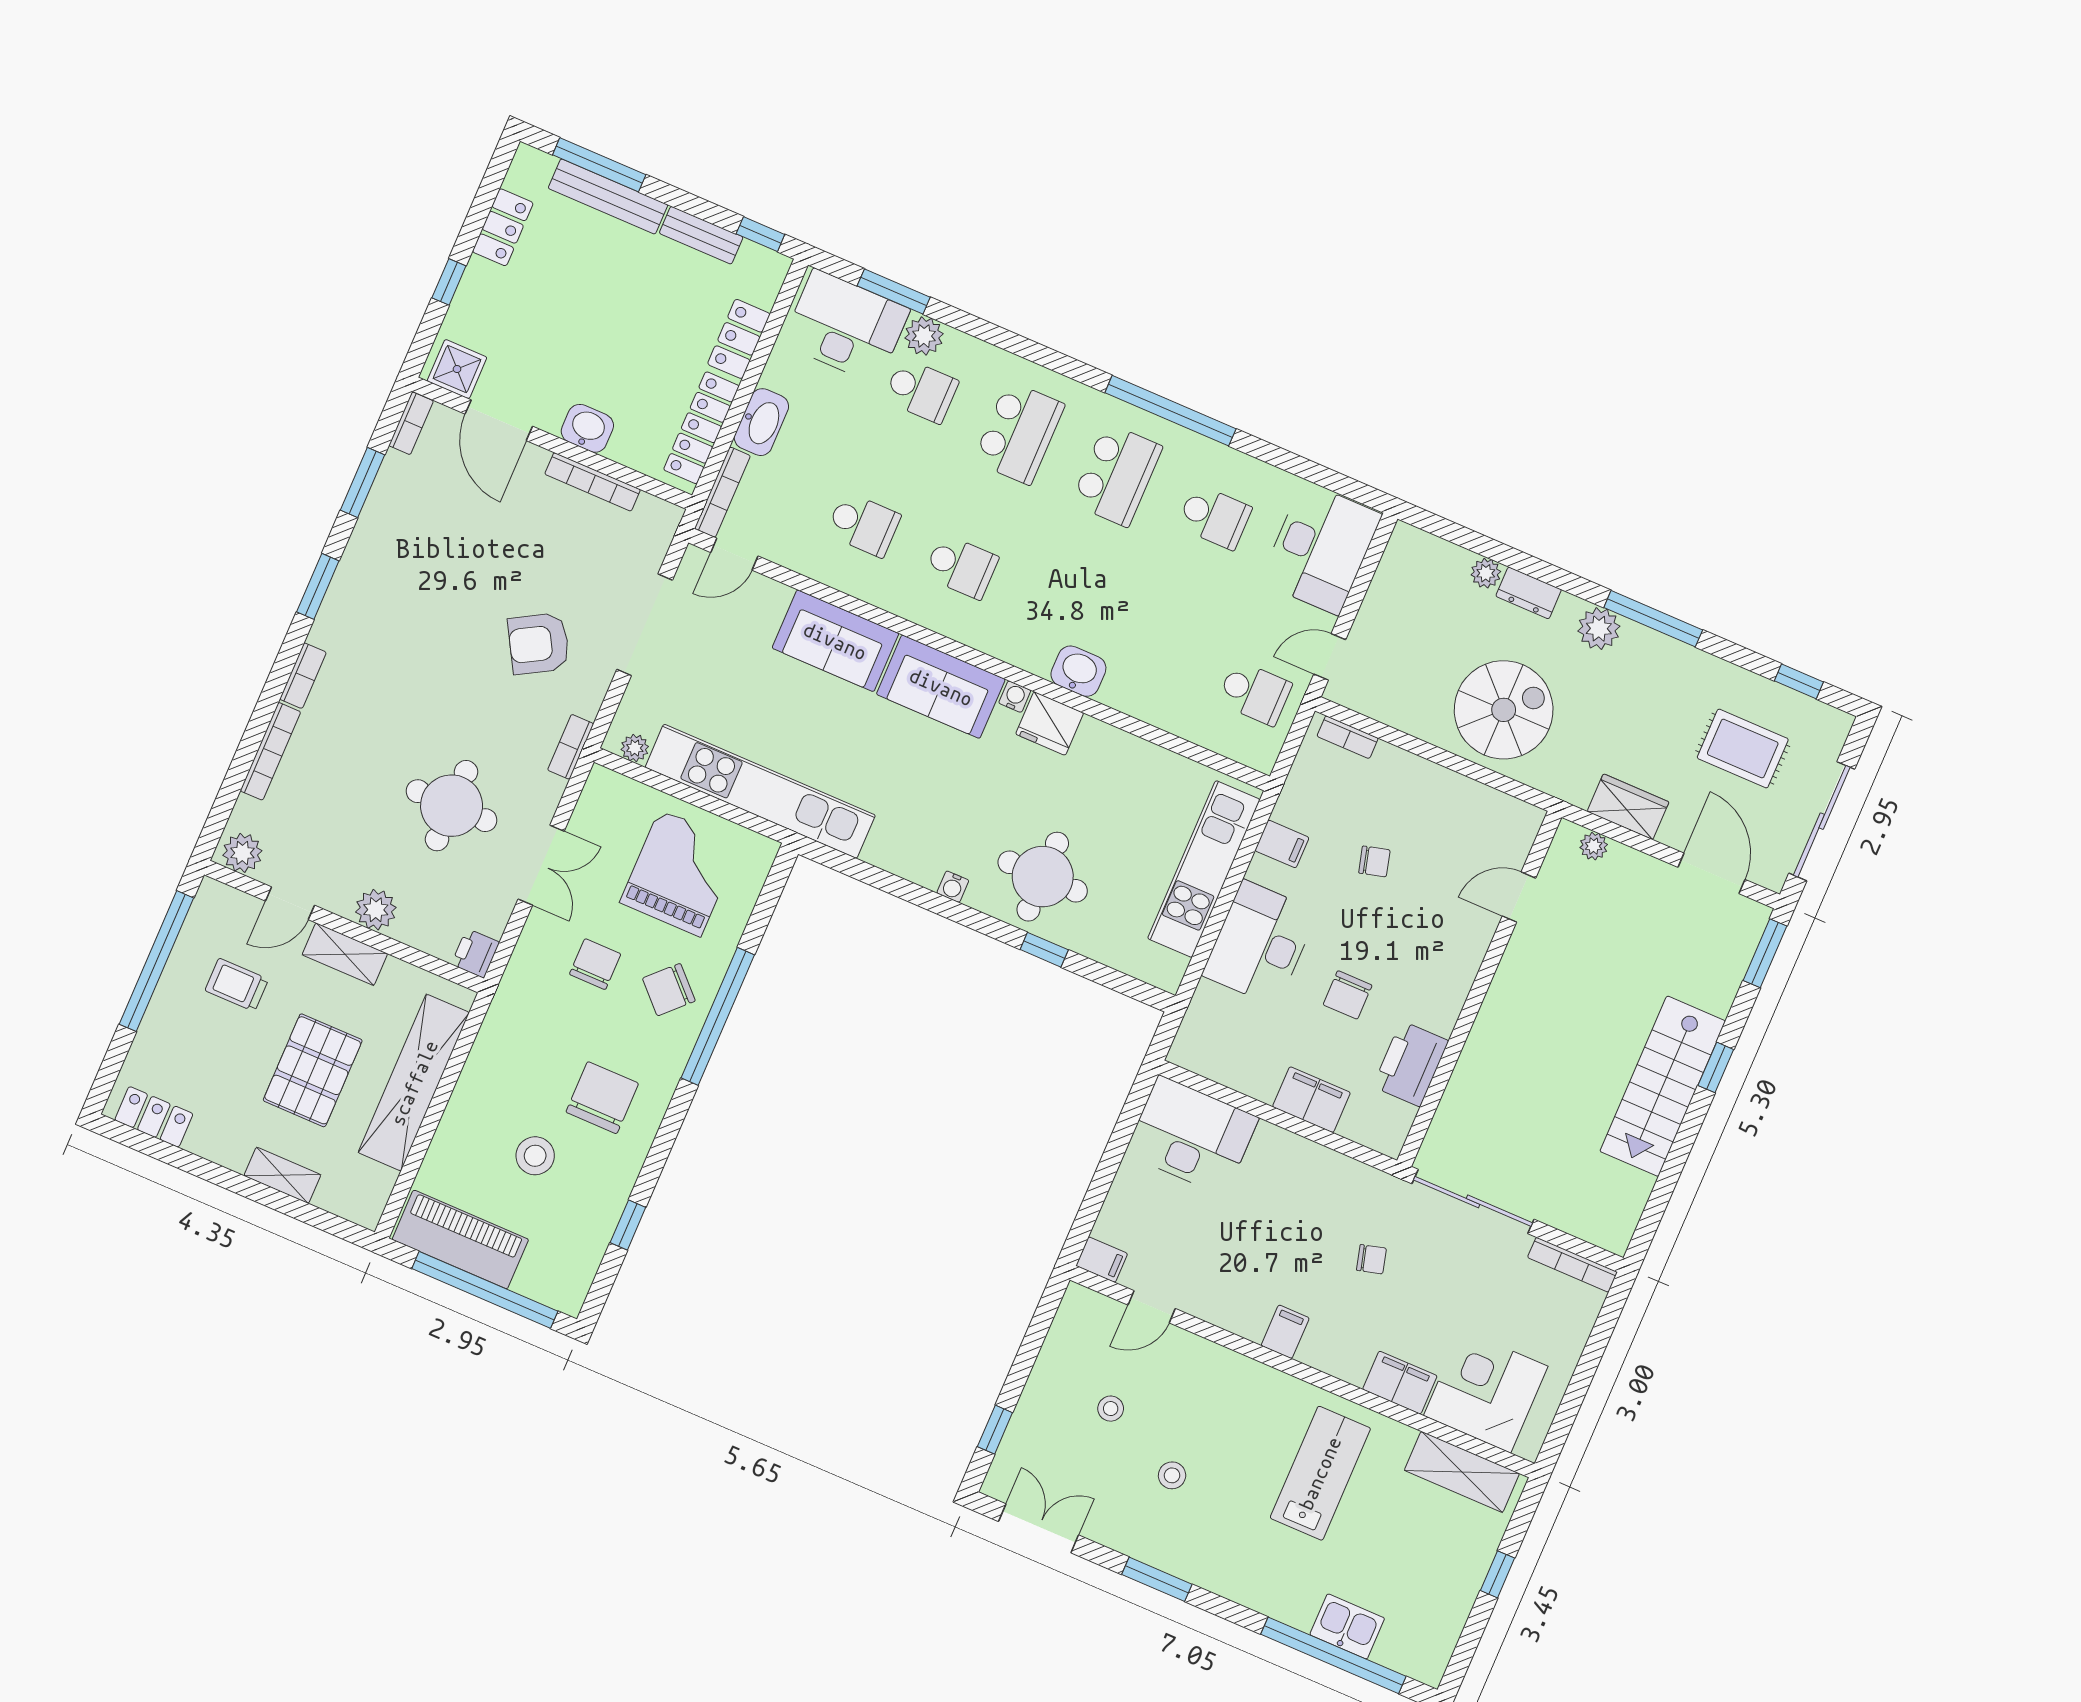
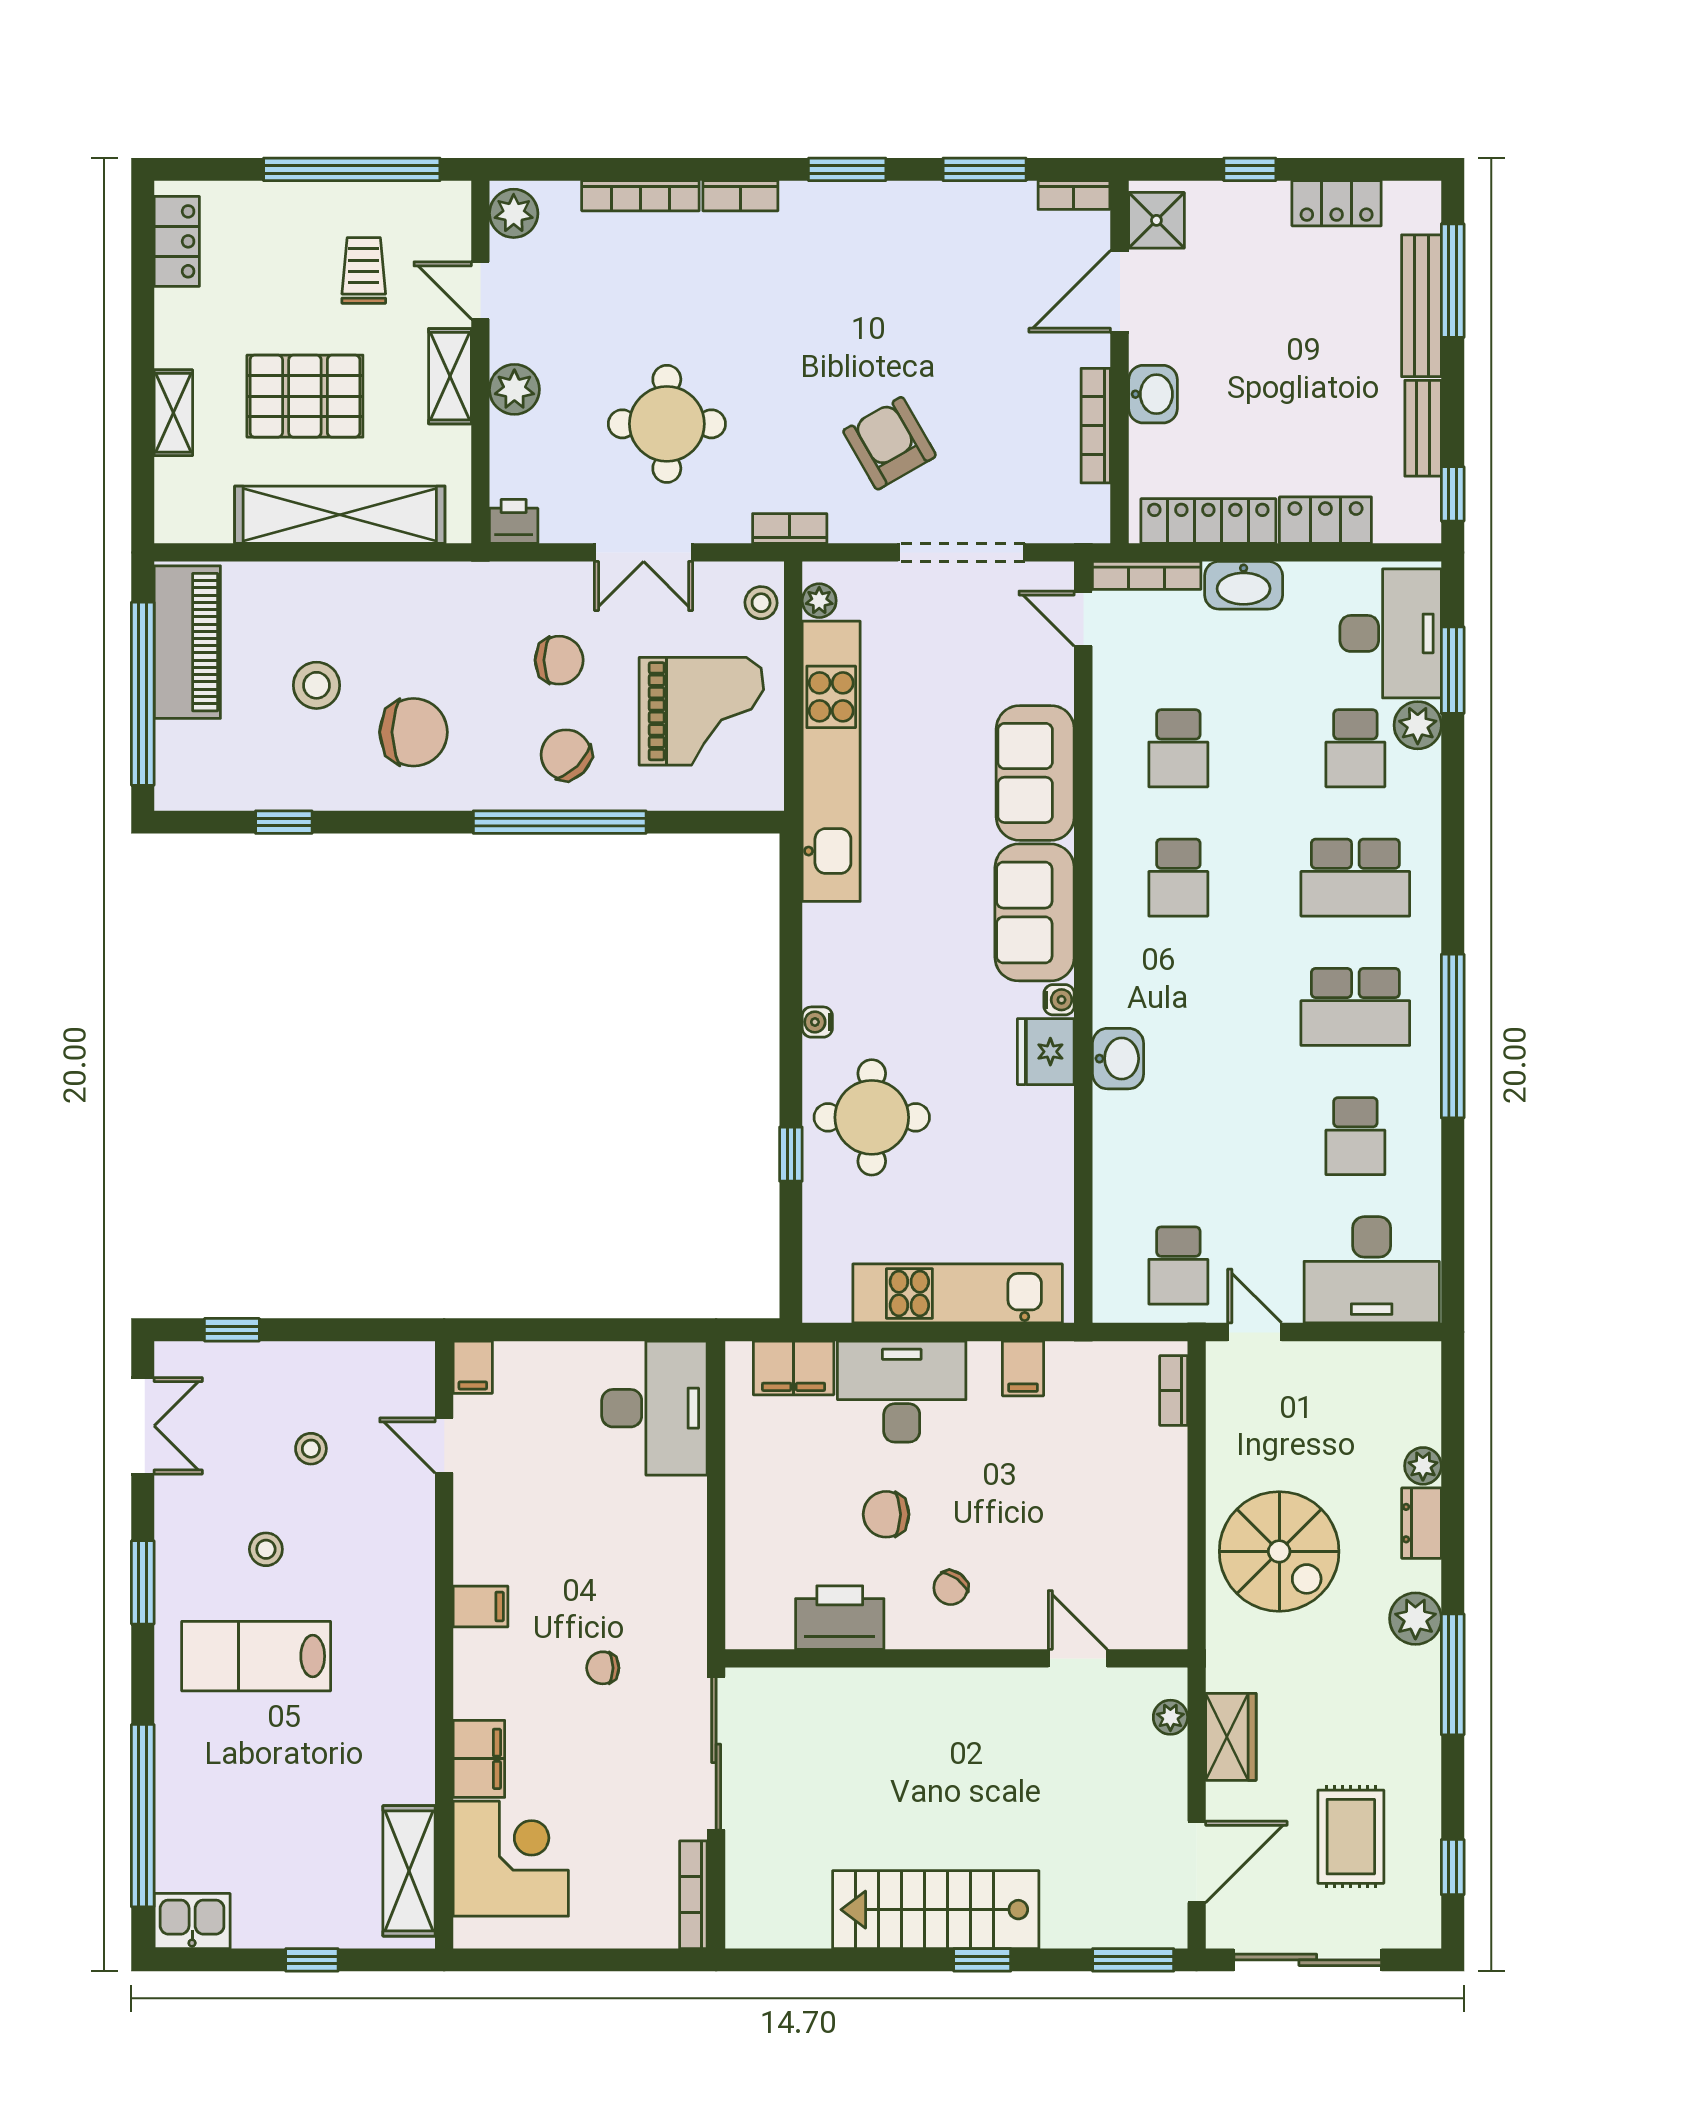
stool: (617, 793) -> (761, 603), added
chair: (1374, 861) -> (951, 1588), moved, turned 51
filing cabinet: (1311, 1100) -> (794, 1368), moved, turned 90
chair: (1371, 1259) -> (603, 1668), turned 105
lab bench: (1320, 1473) -> (256, 1656), moved, turned 180
kitchen sink: (1347, 1626) -> (192, 1921), moved, turned -90

